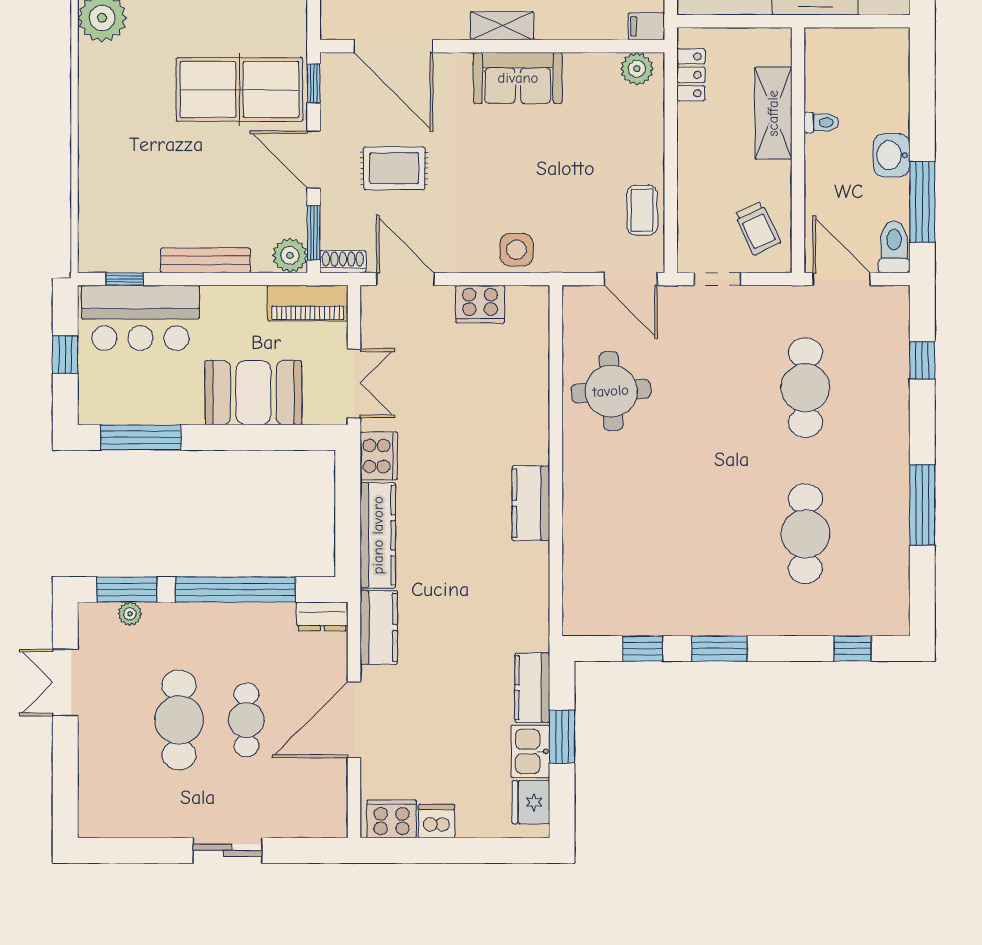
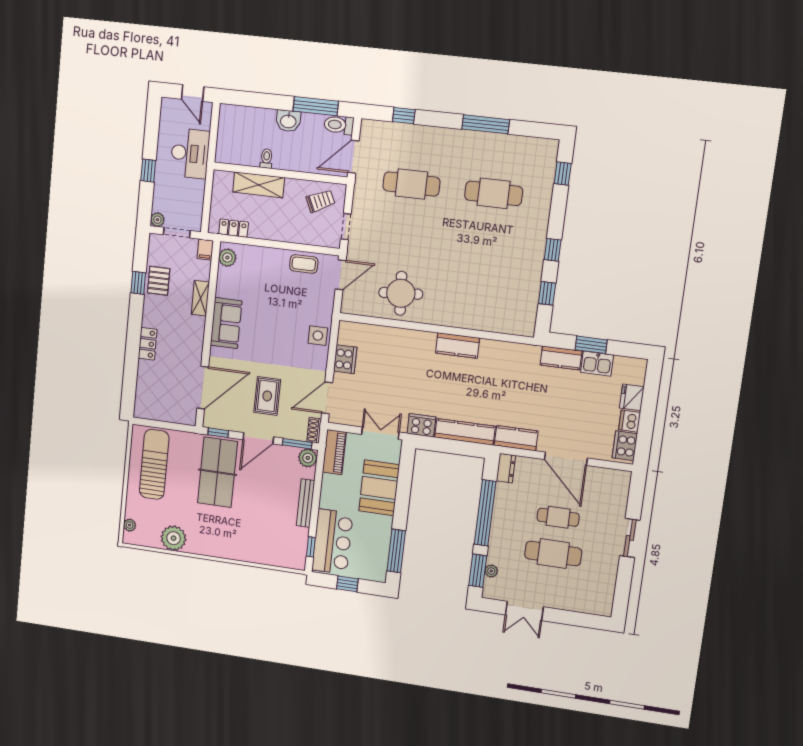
shelving: (502, 26) -> (200, 298), moved
window: (719, 649) -> (553, 250), width x0.67
fridge: (531, 802) -> (632, 397), moved, turned 90

